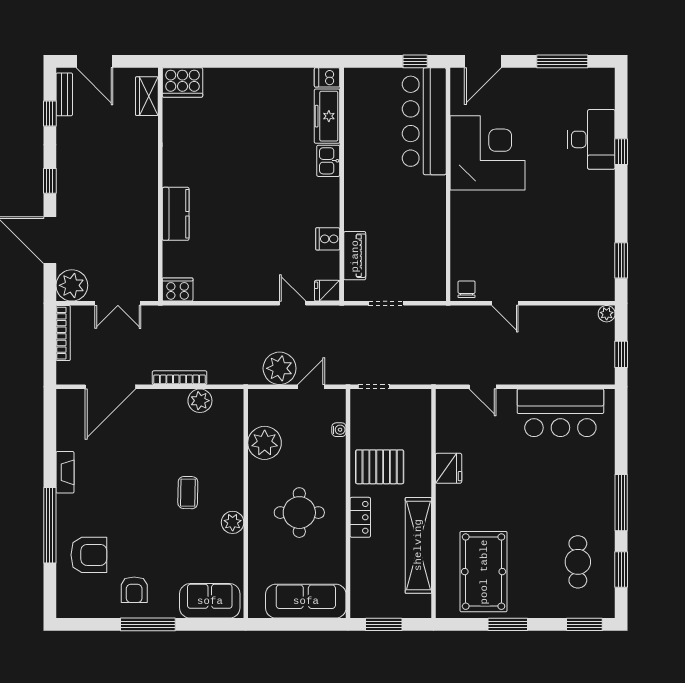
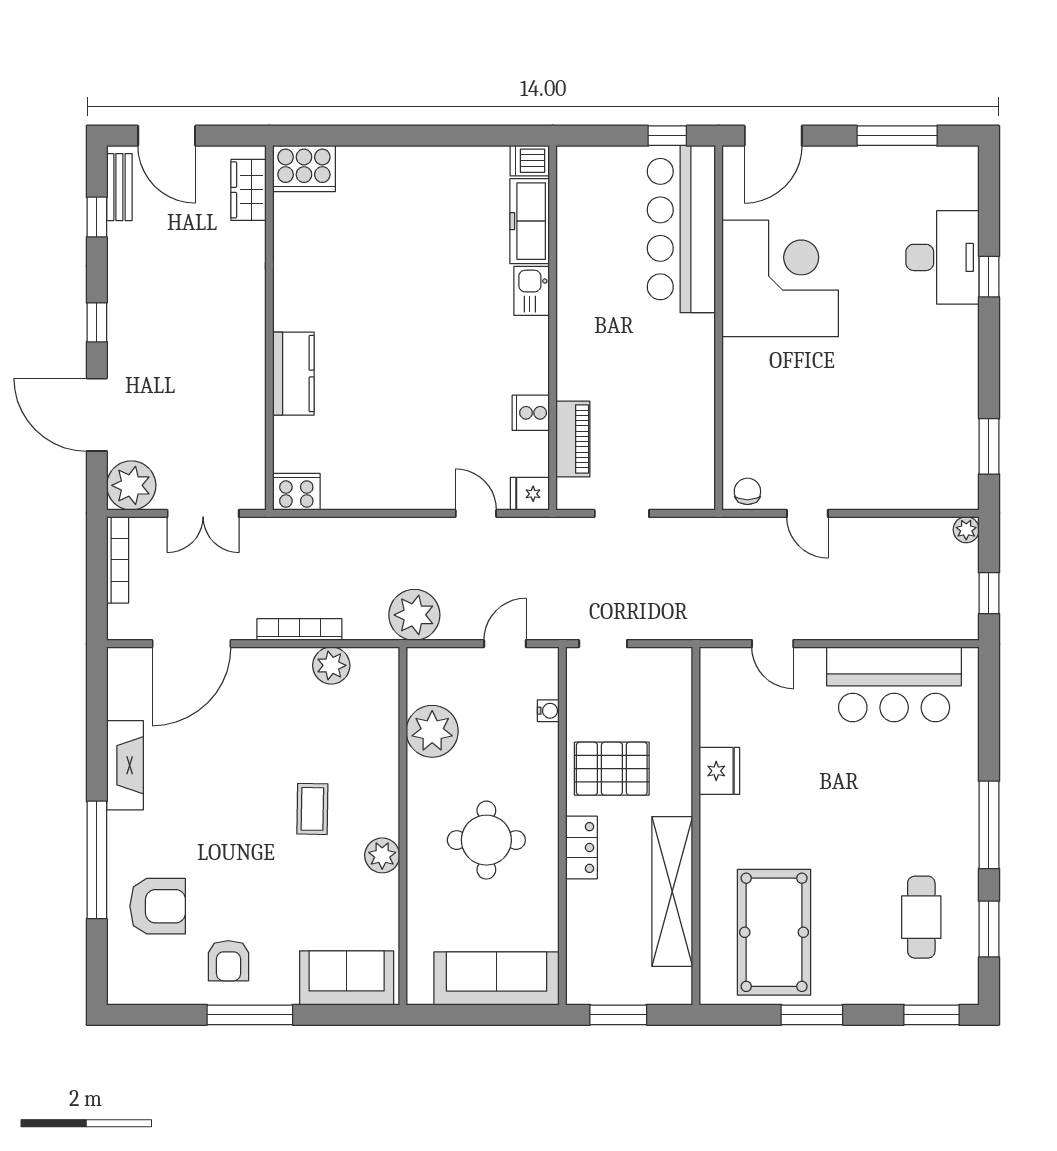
plant: (280, 368) -> (414, 615), moved
fireplace: (65, 472) -> (125, 765), width x1.37, depth x1.32

